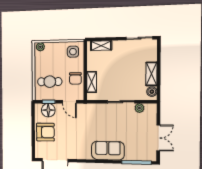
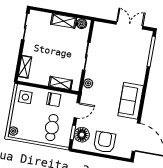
plant: (139, 108) -> (88, 83), moved
sofa: (108, 151) -> (131, 101), moved

